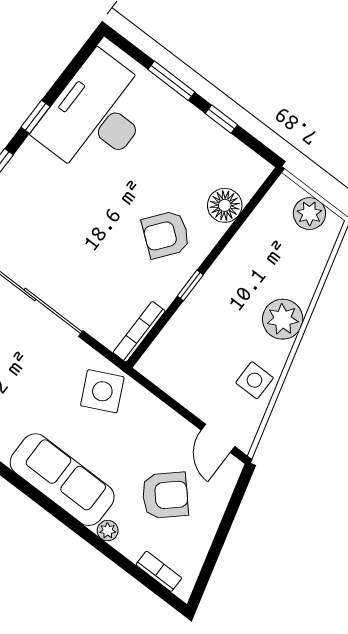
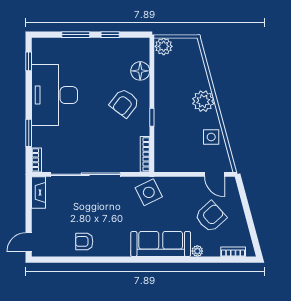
desk: (96, 115) -> (55, 95), moved
window: (36, 117) -> (29, 61), moved
plant: (309, 214) -> (164, 46), moved

